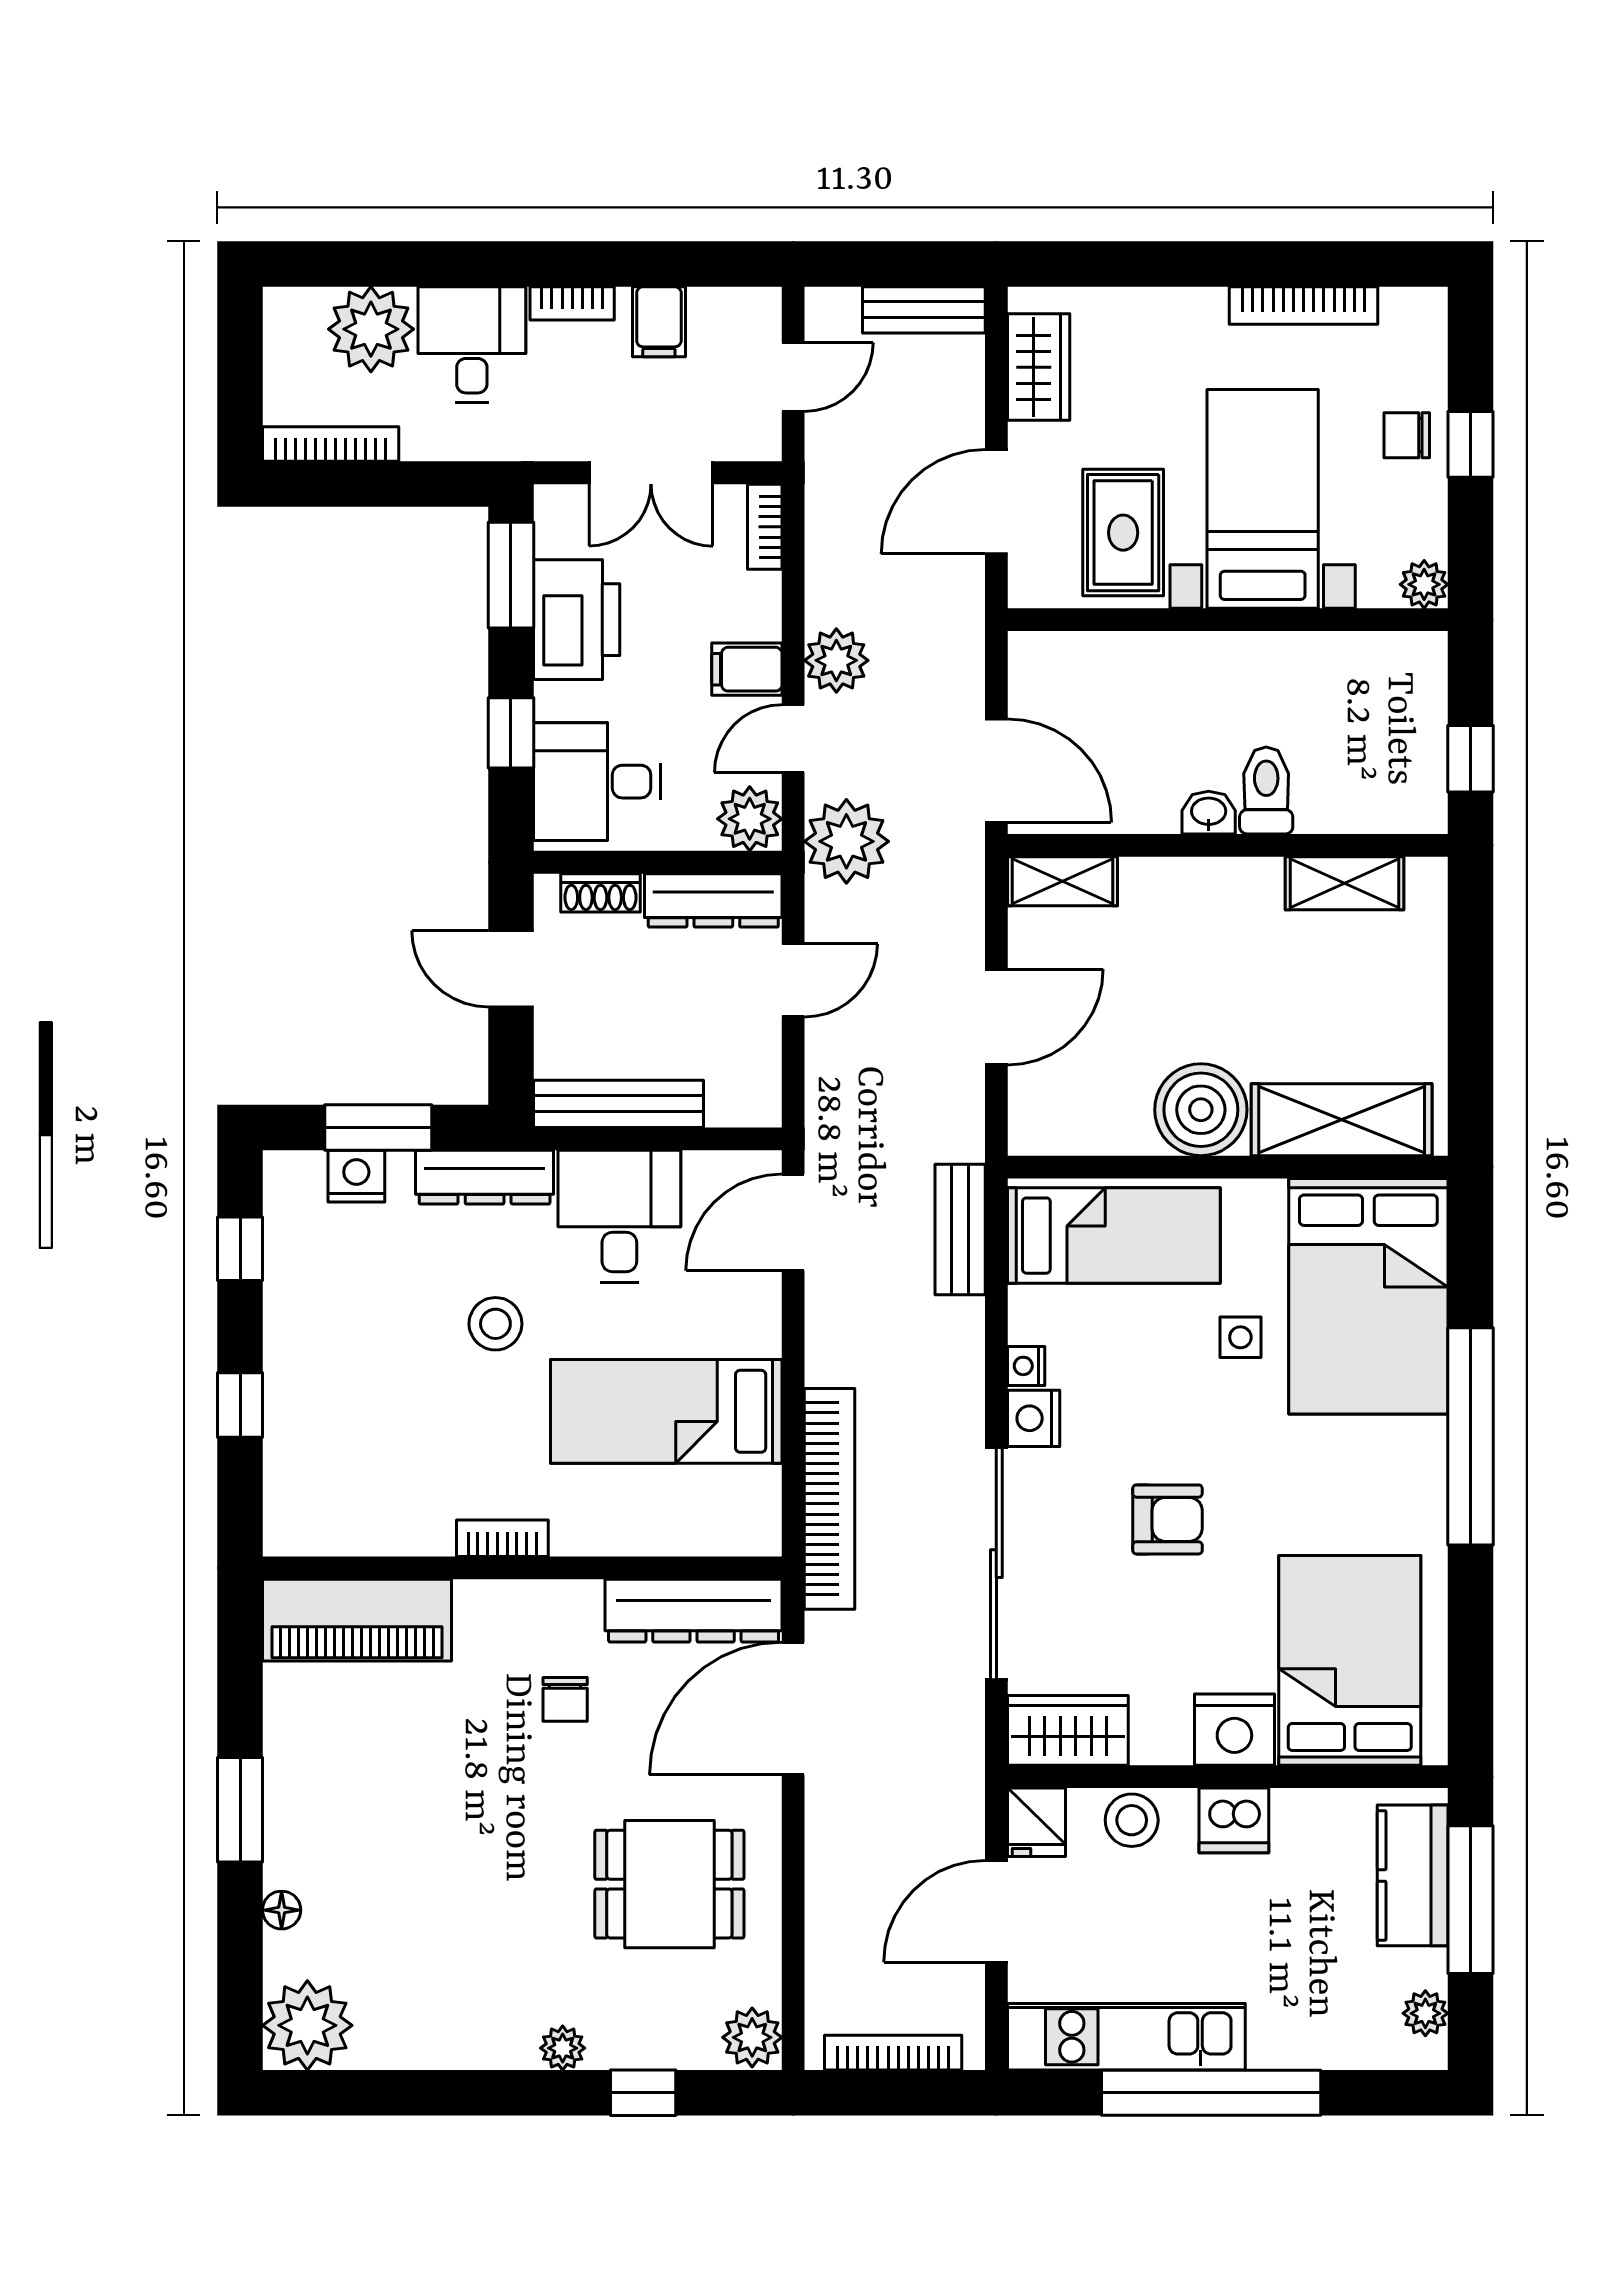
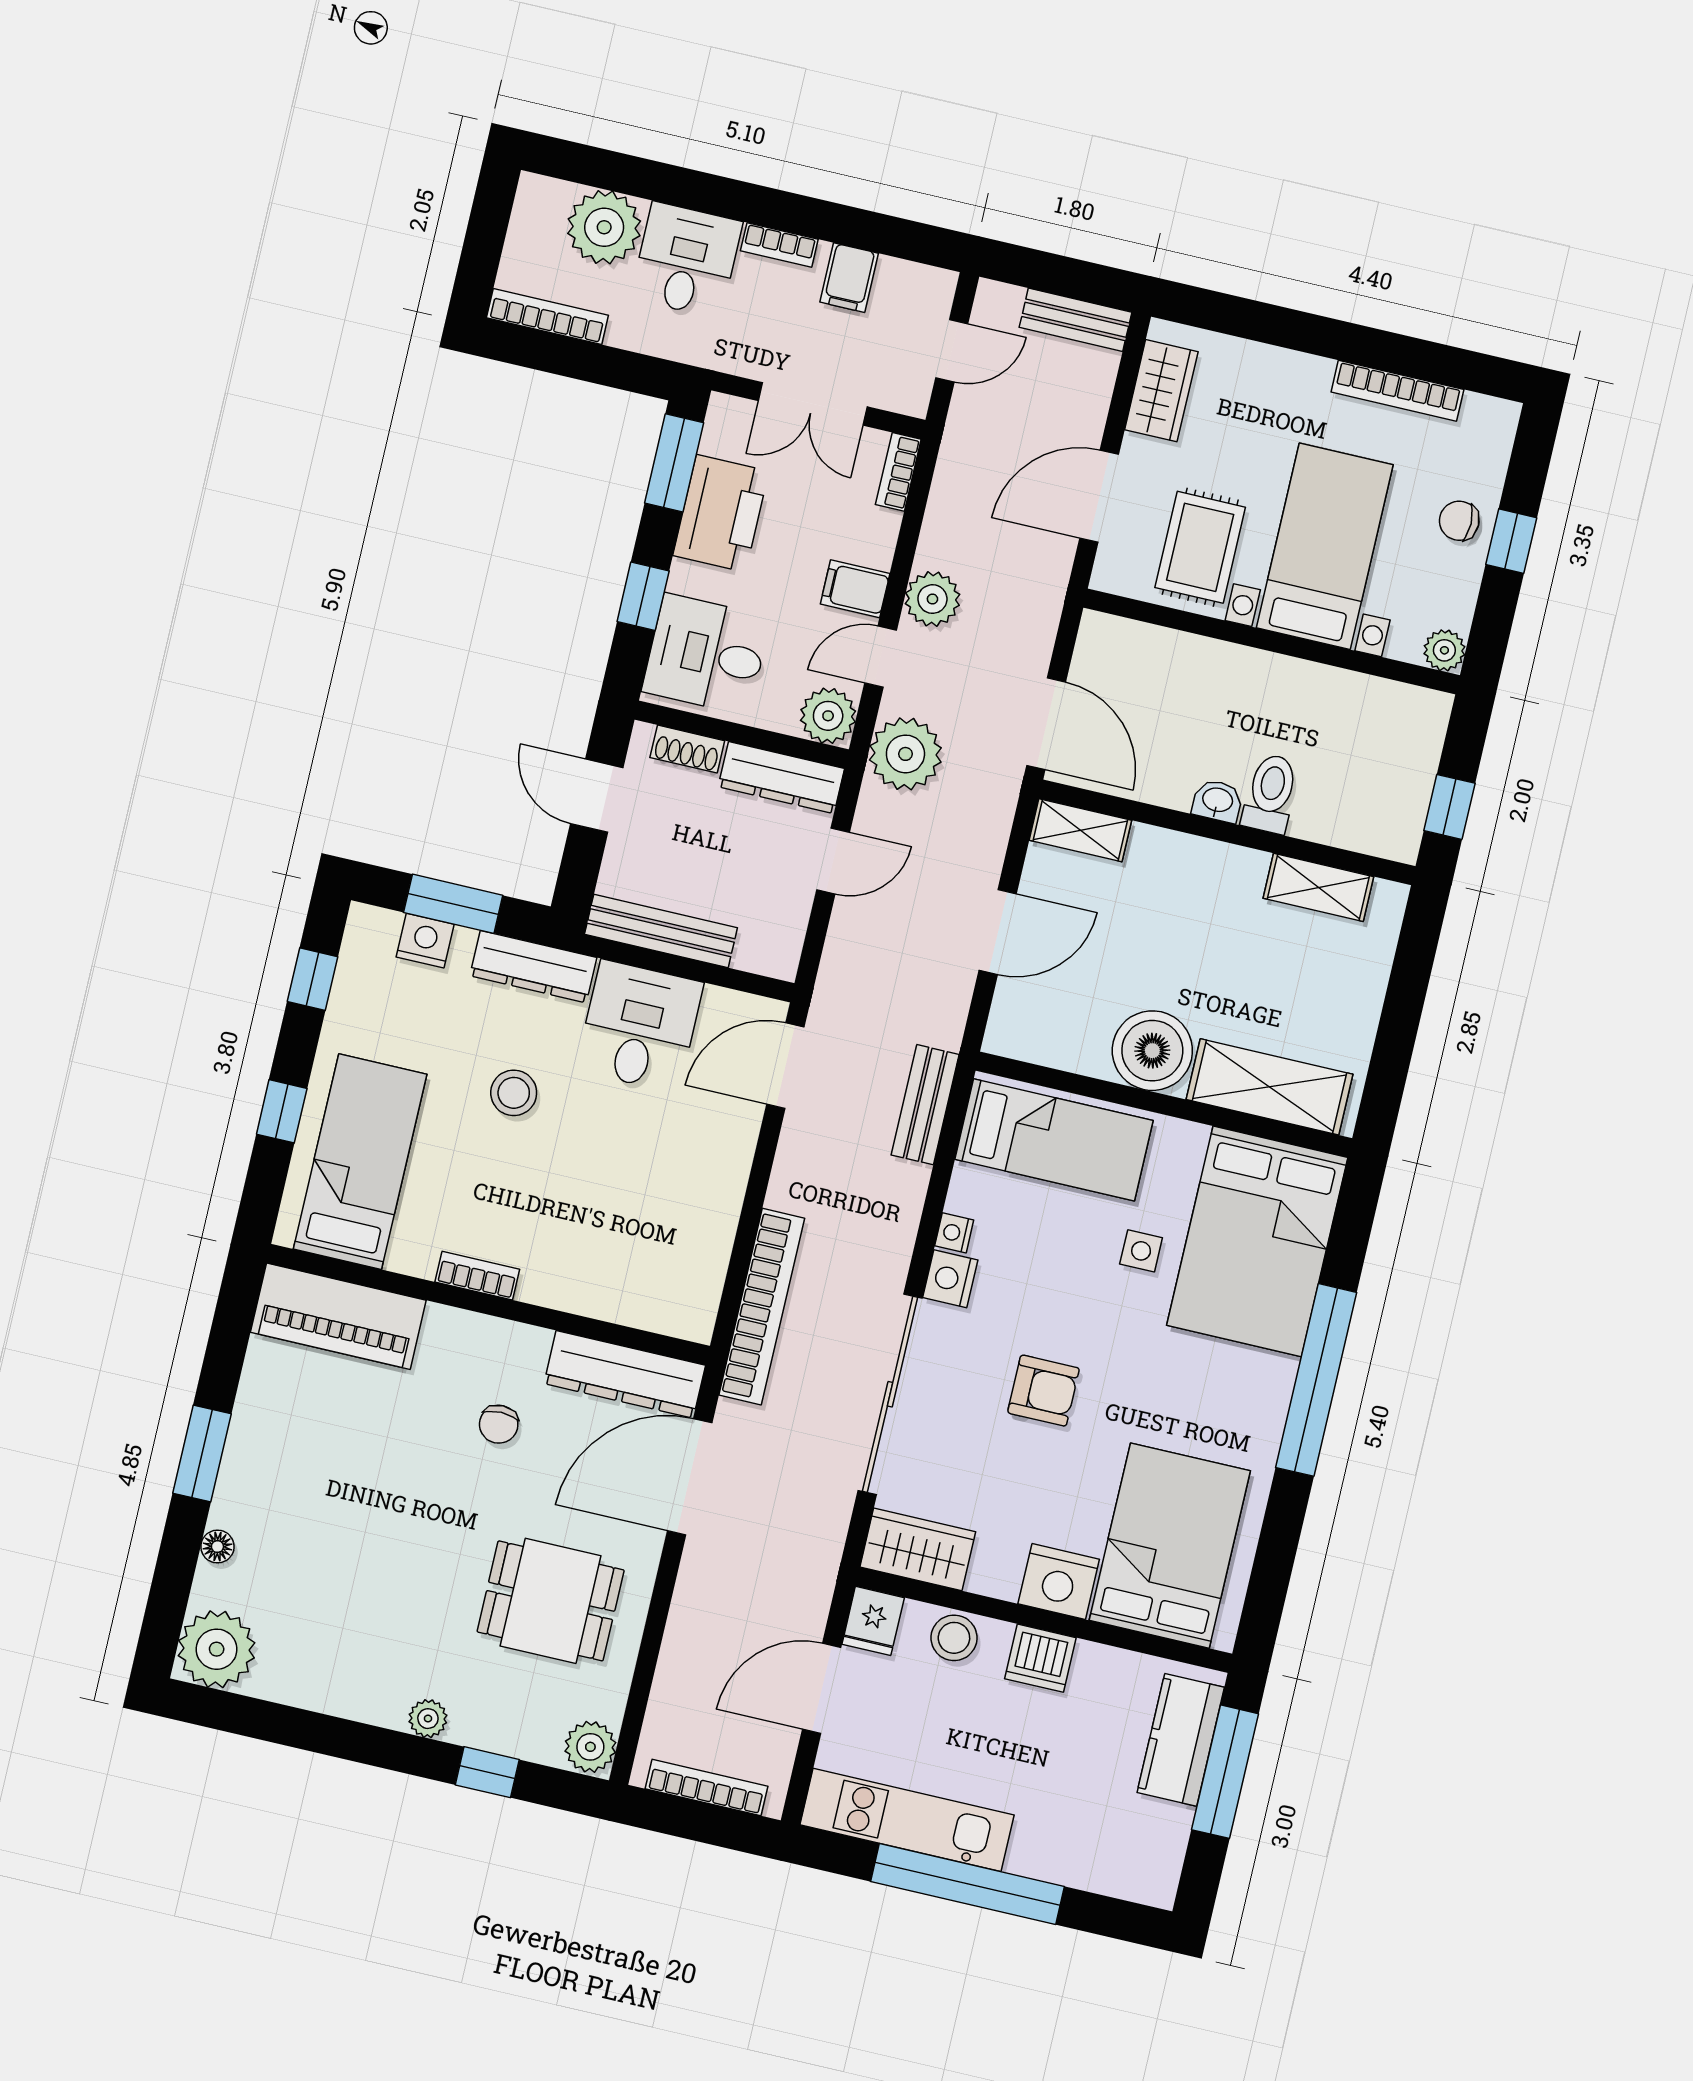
bed: (666, 1411) -> (360, 1162), moved, turned 90
plant: (1425, 2013) -> (1164, 1859), removed

